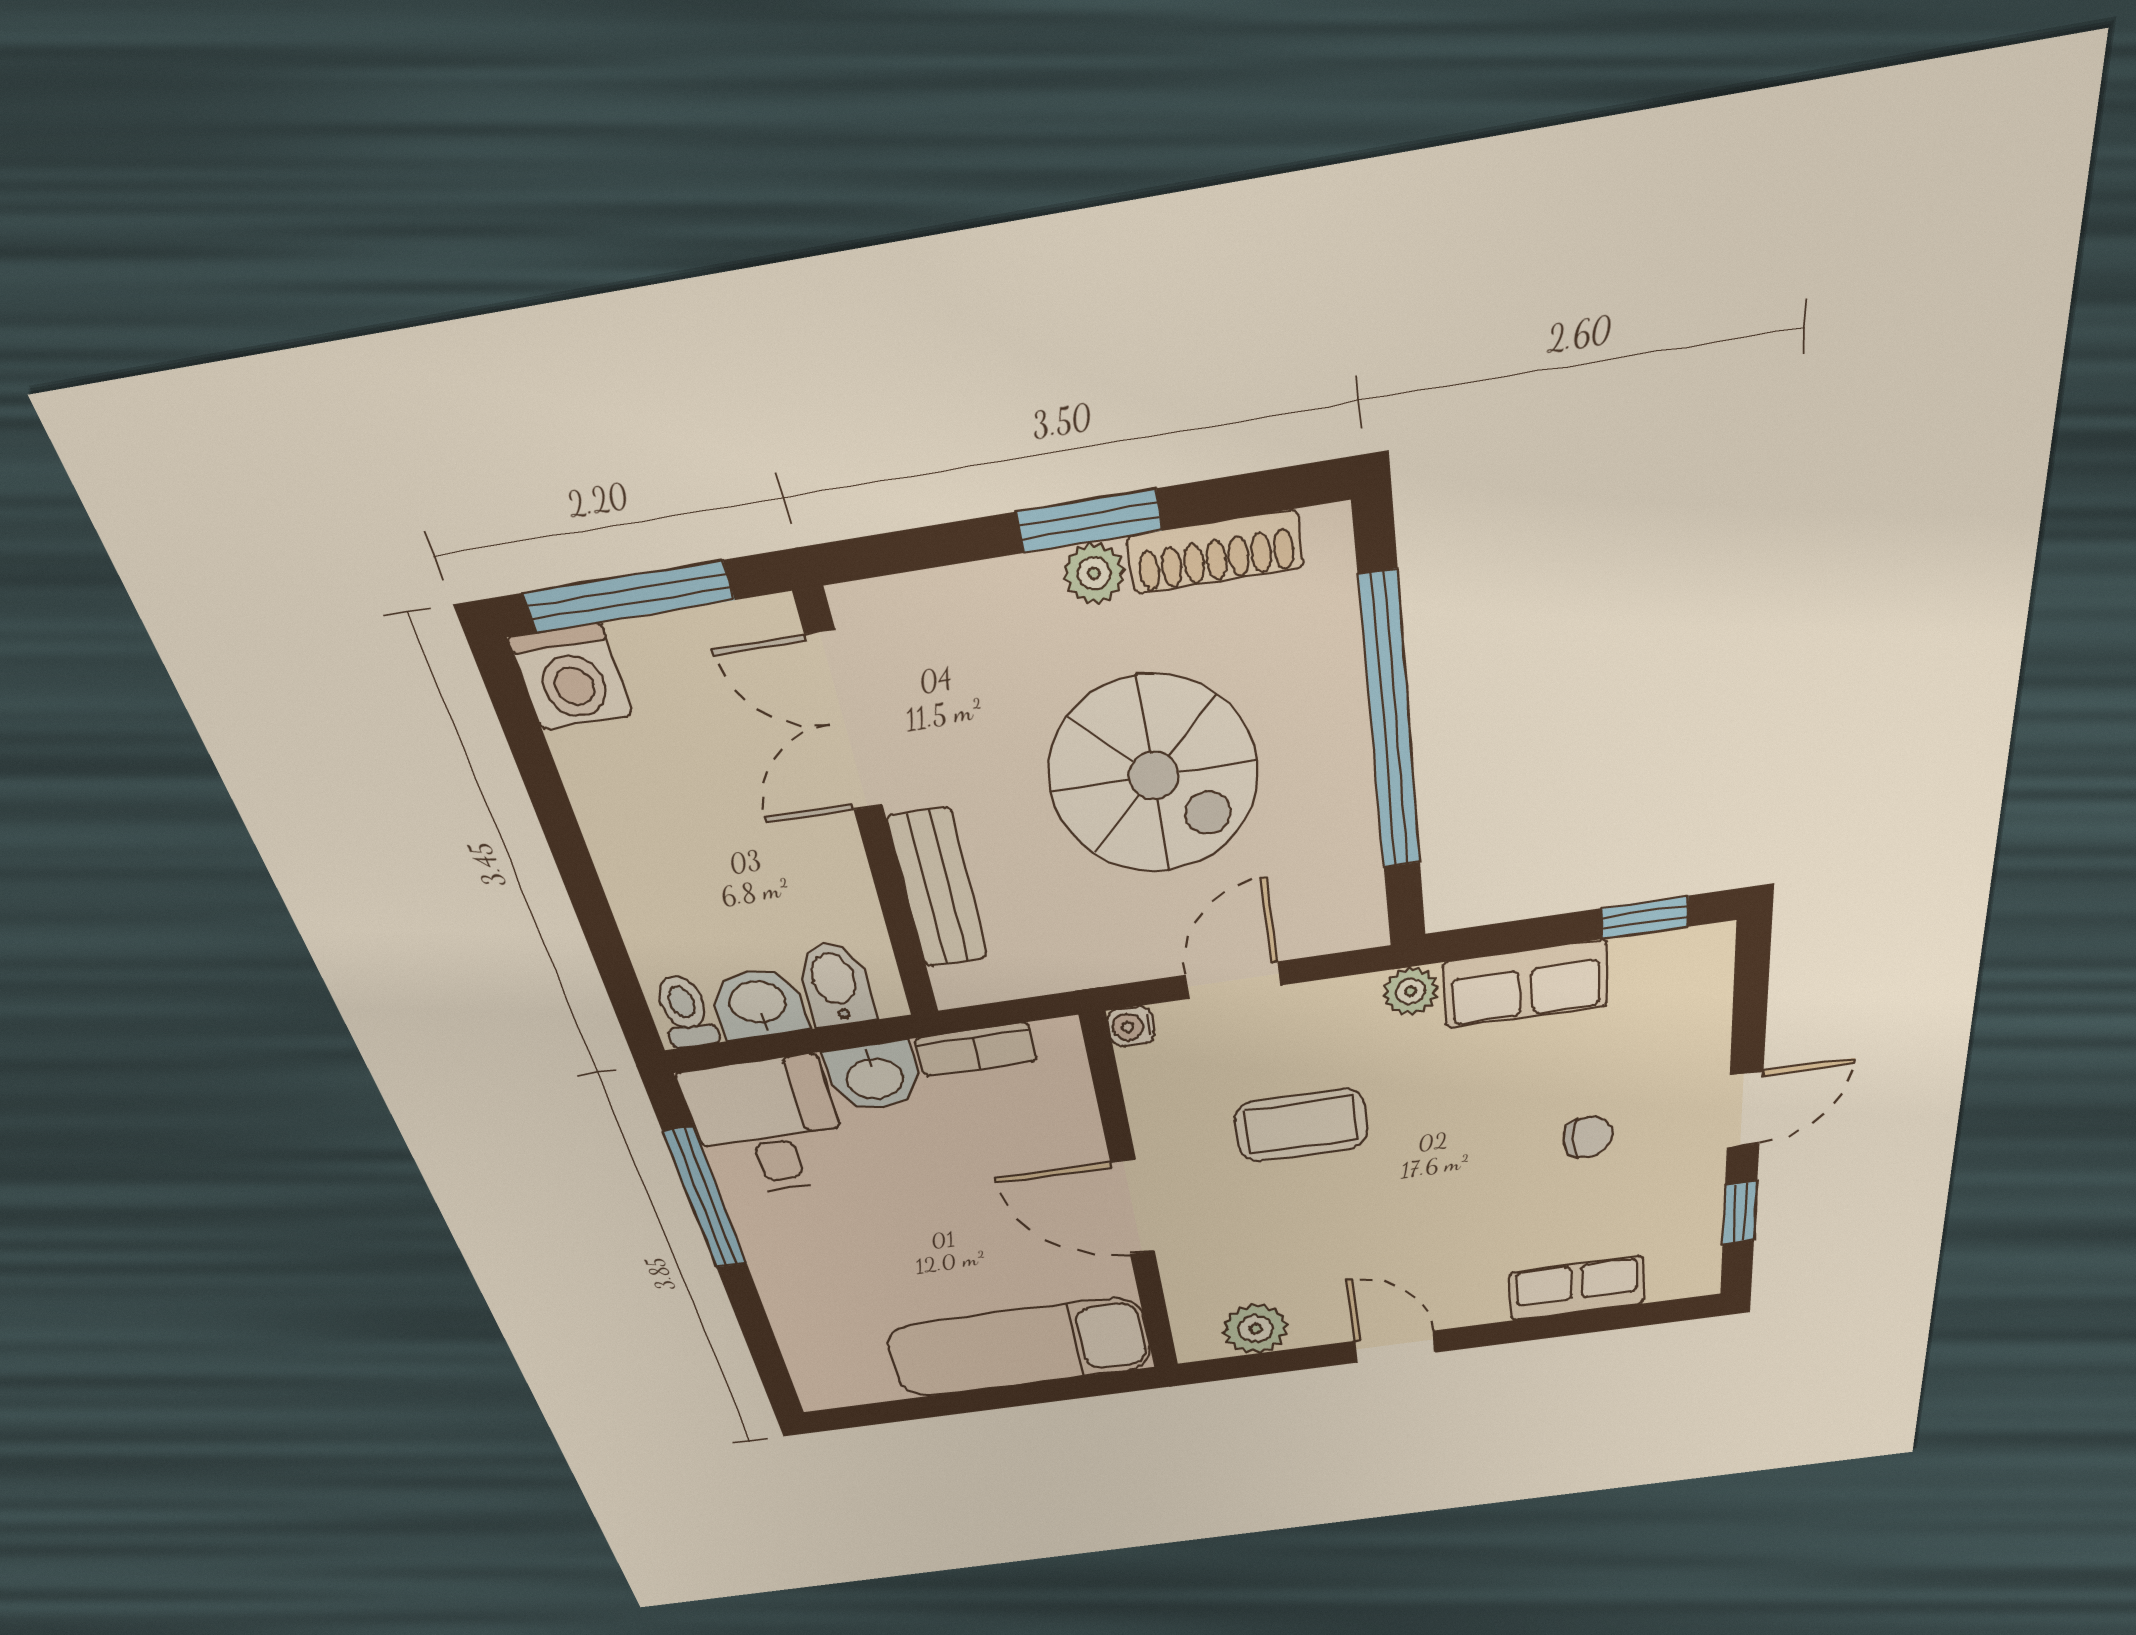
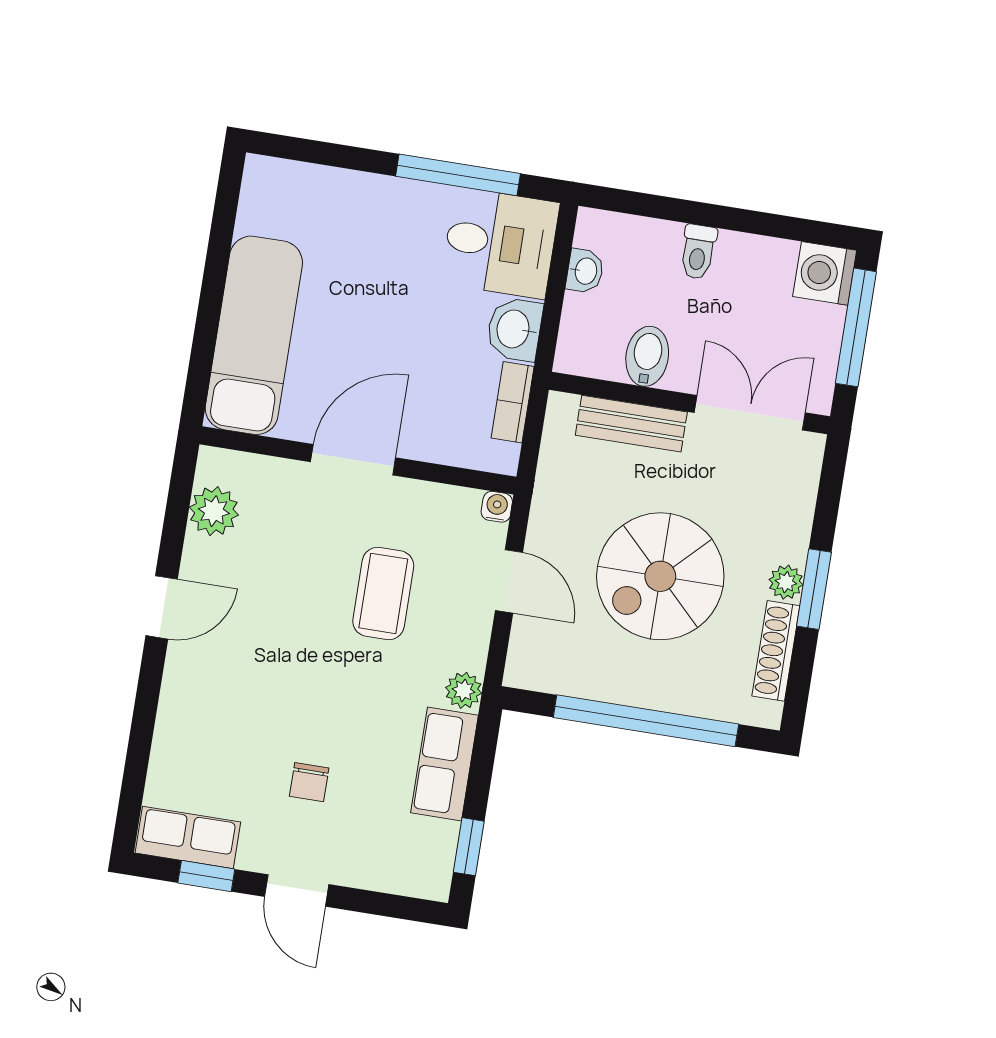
bidet: (835, 984) -> (647, 356), moved, turned -90
washbasin: (758, 1004) -> (585, 271), width x0.72, depth x0.69
toilet: (685, 1012) -> (698, 252), moved, turned 90
row of seats: (1577, 1288) -> (188, 837), moved, turned -90

